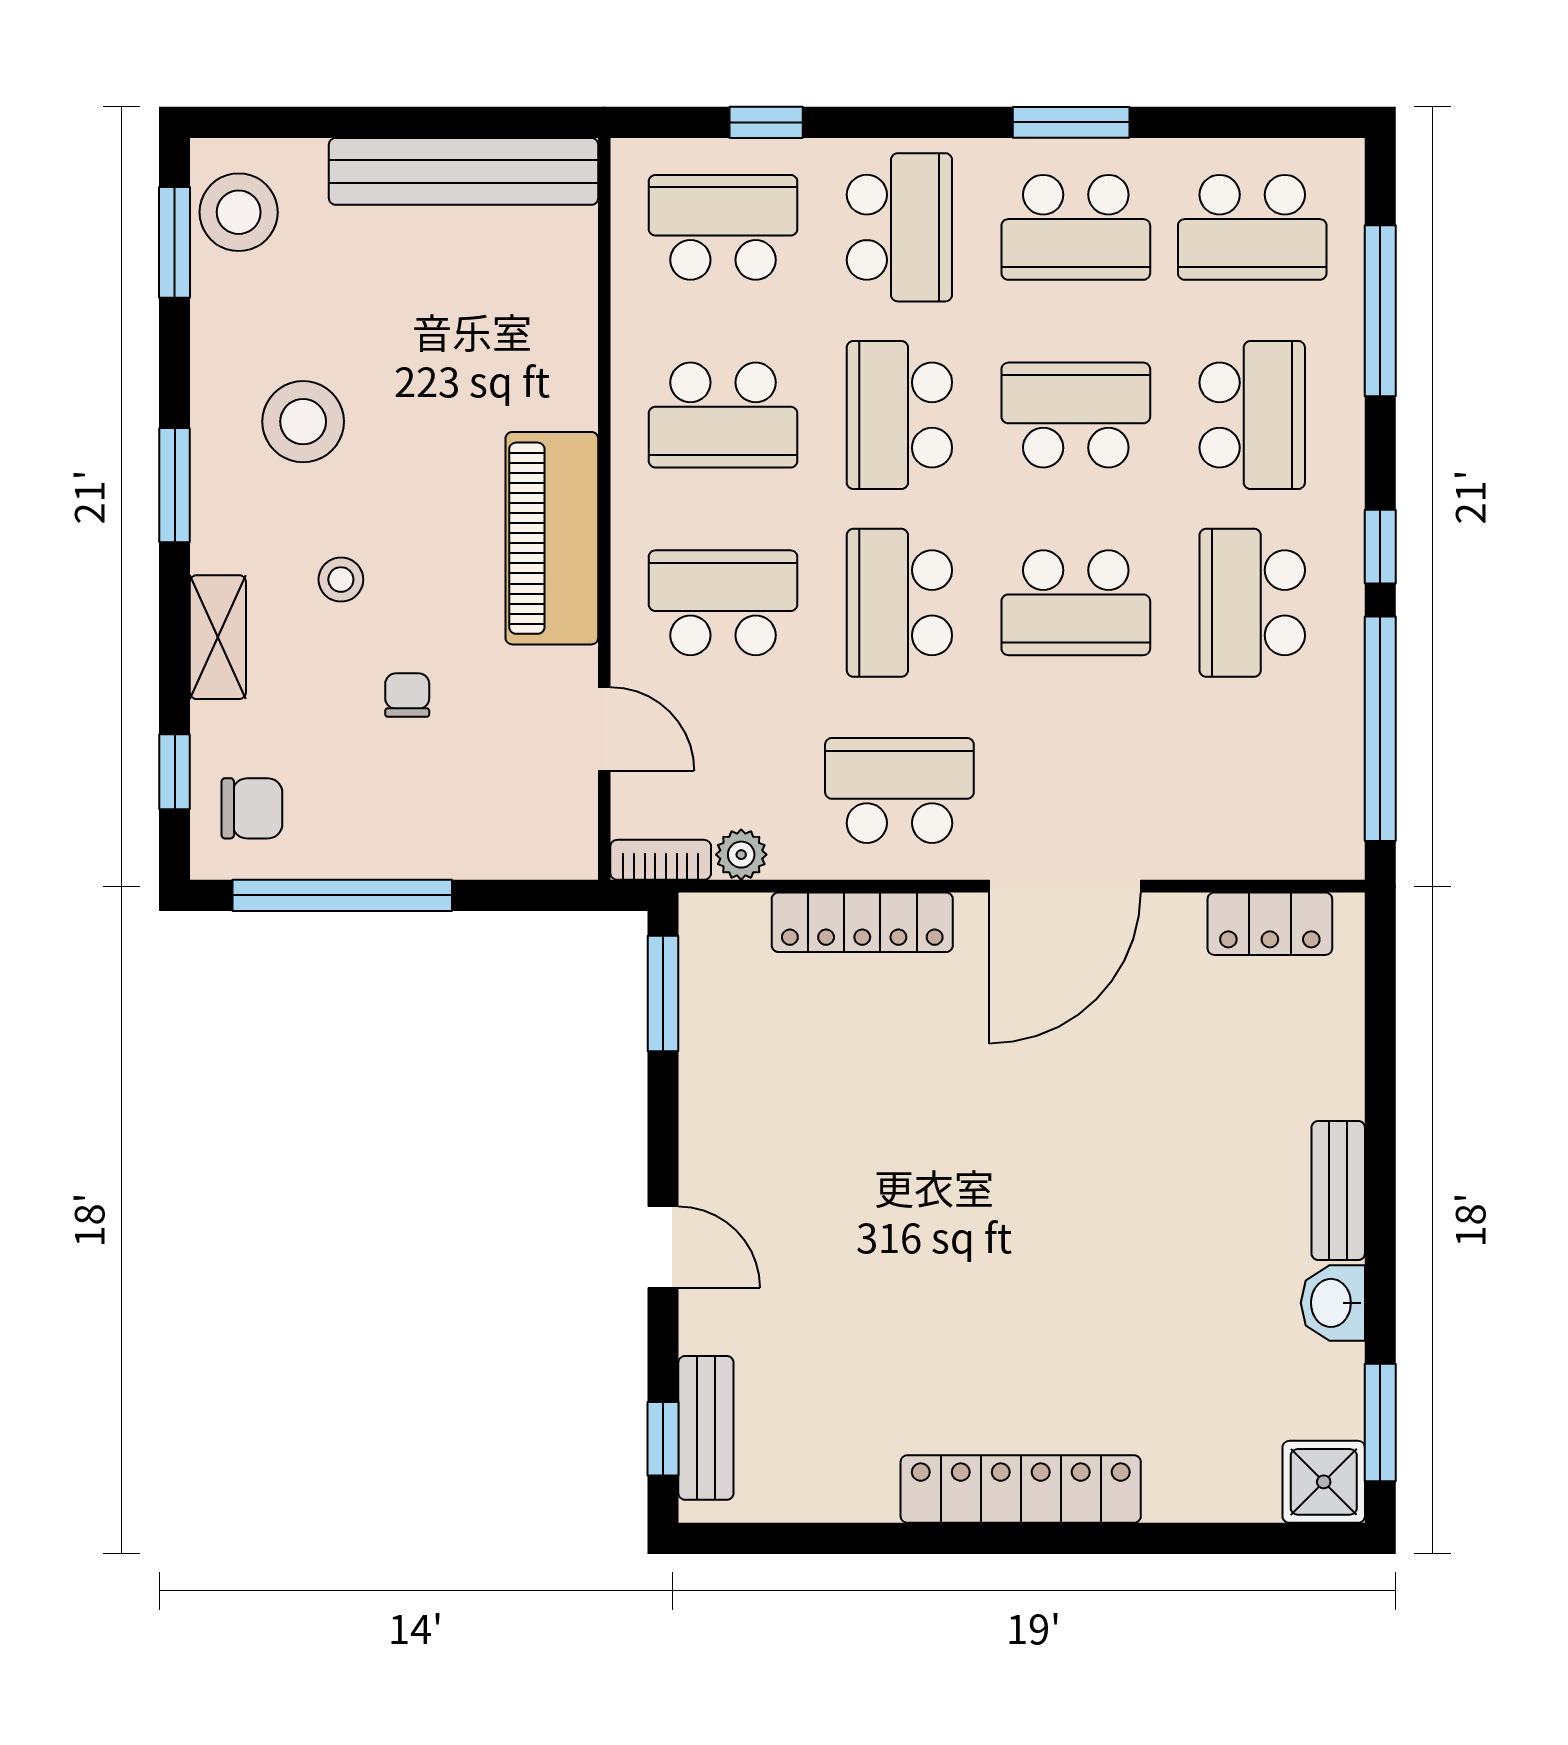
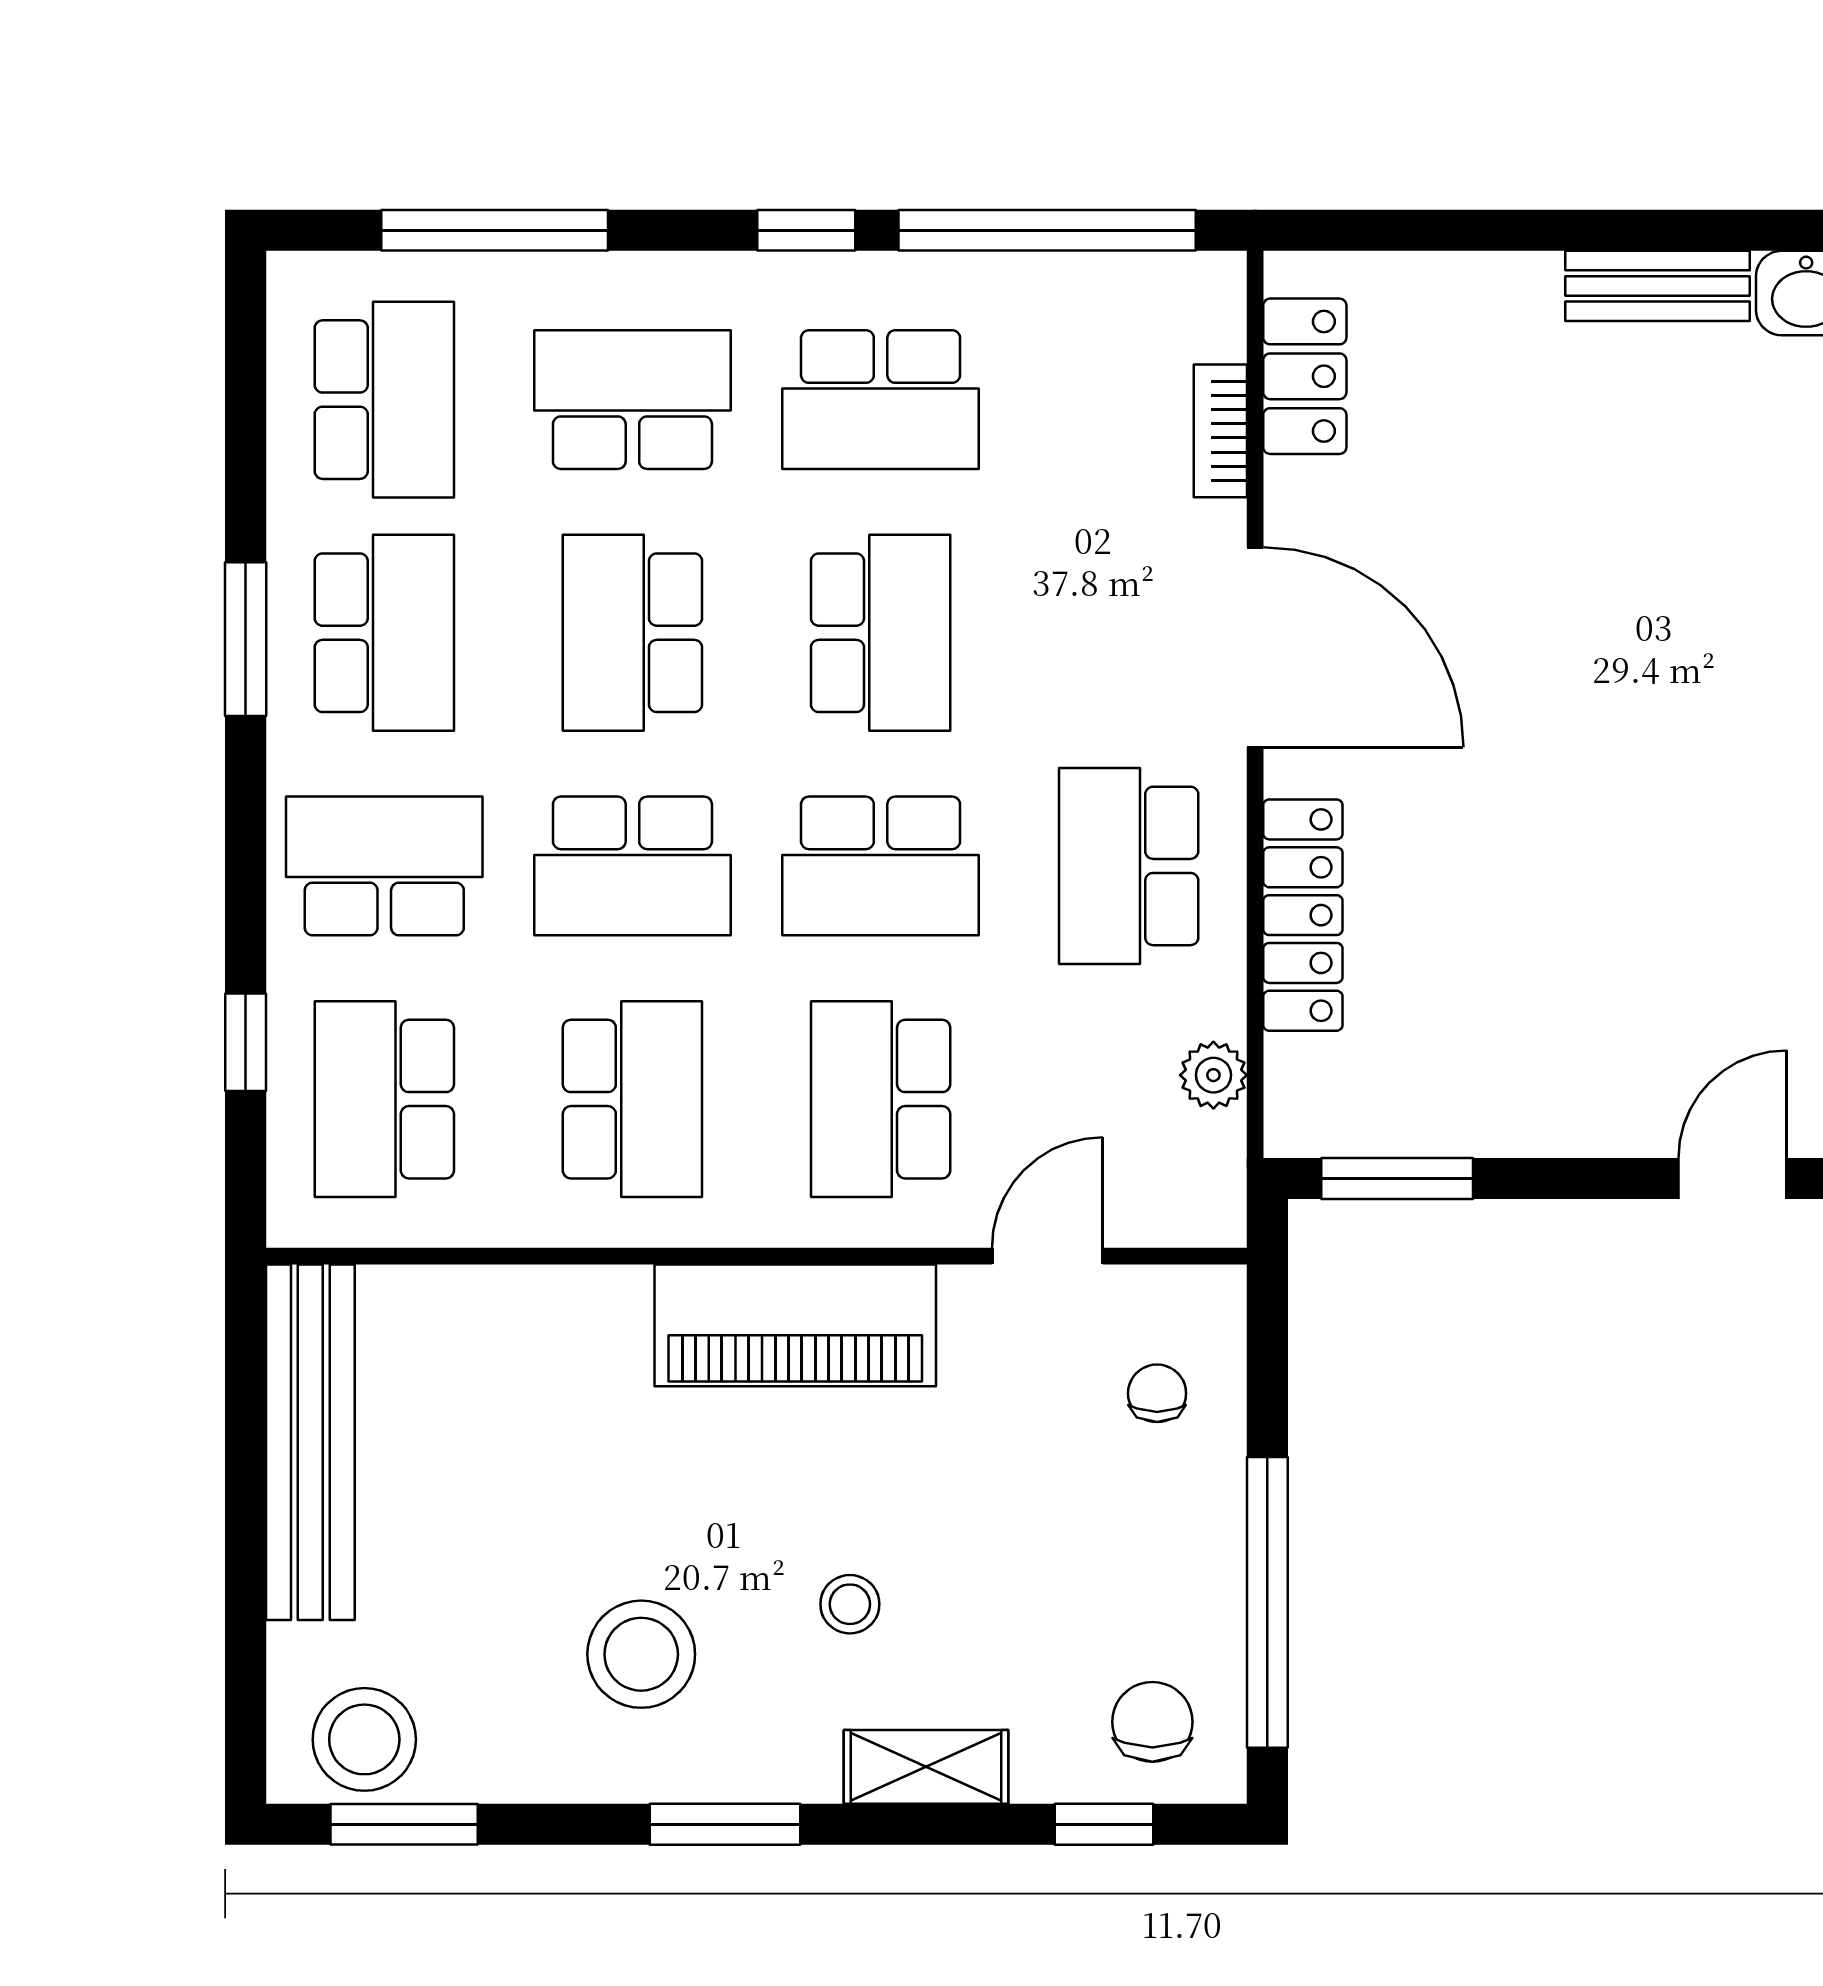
chair: (407, 695) -> (1157, 1393), moved, turned 90
bookcase: (661, 860) -> (1220, 431), moved

